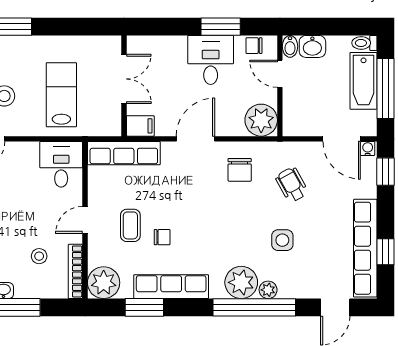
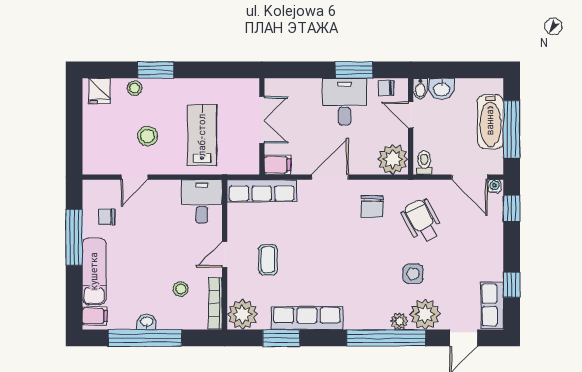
toilet: (364, 43) -> (424, 163), moved, turned 90
wheelchair: (292, 185) -> (422, 221), width x1.36, depth x1.37
chair: (162, 237) -> (298, 271), removed
row of seats: (365, 248) -> (492, 305), width x0.50
plant: (241, 282) -> (425, 314), moved

